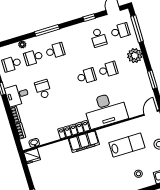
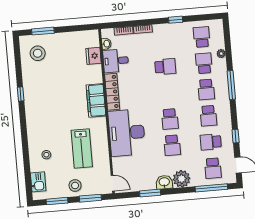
school desk: (77, 44) -> (208, 116), added
washbasin: (141, 70) -> (164, 182), added
desk: (17, 95) -> (116, 61), moved, turned -90
fridge: (32, 156) -> (94, 56), moved

